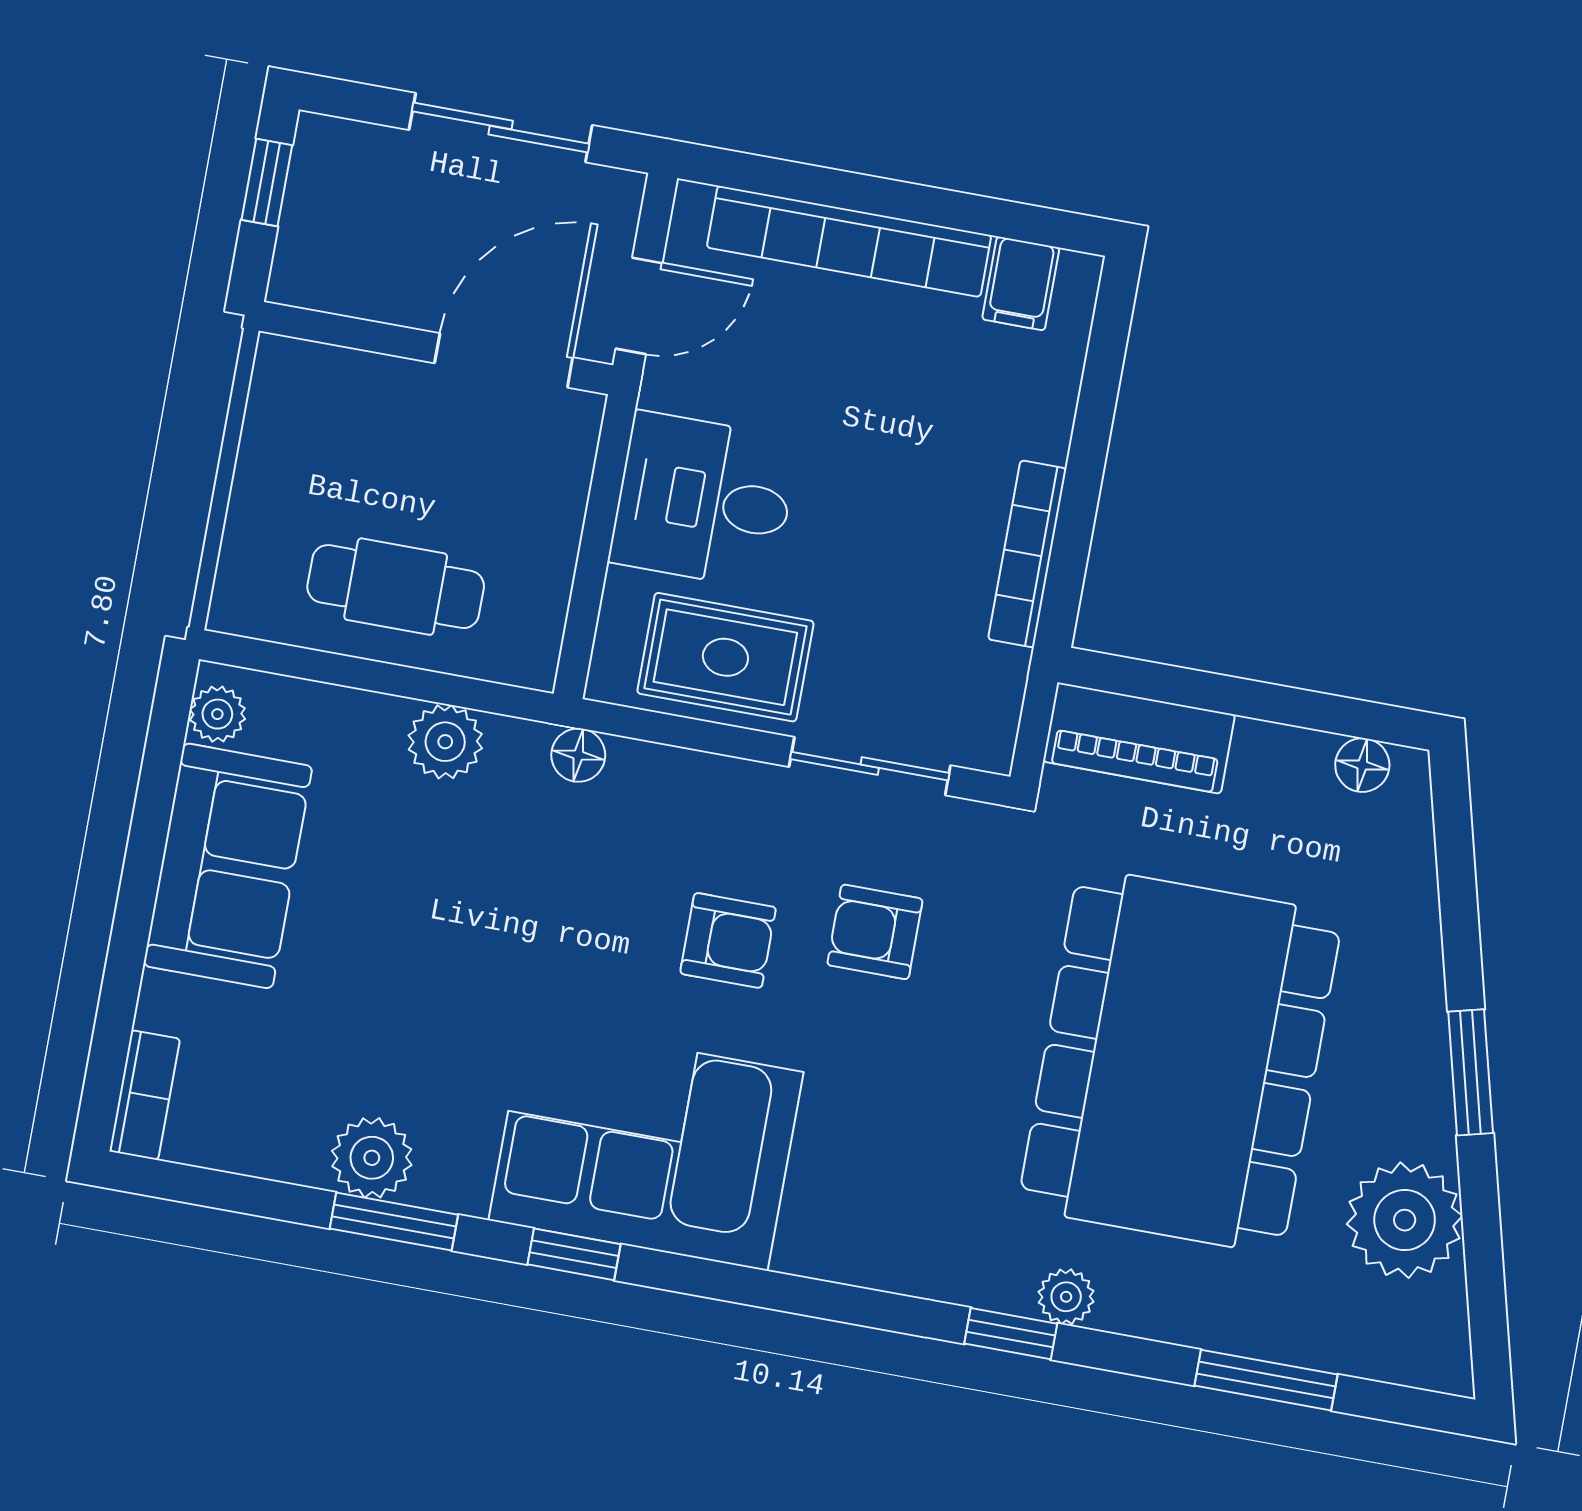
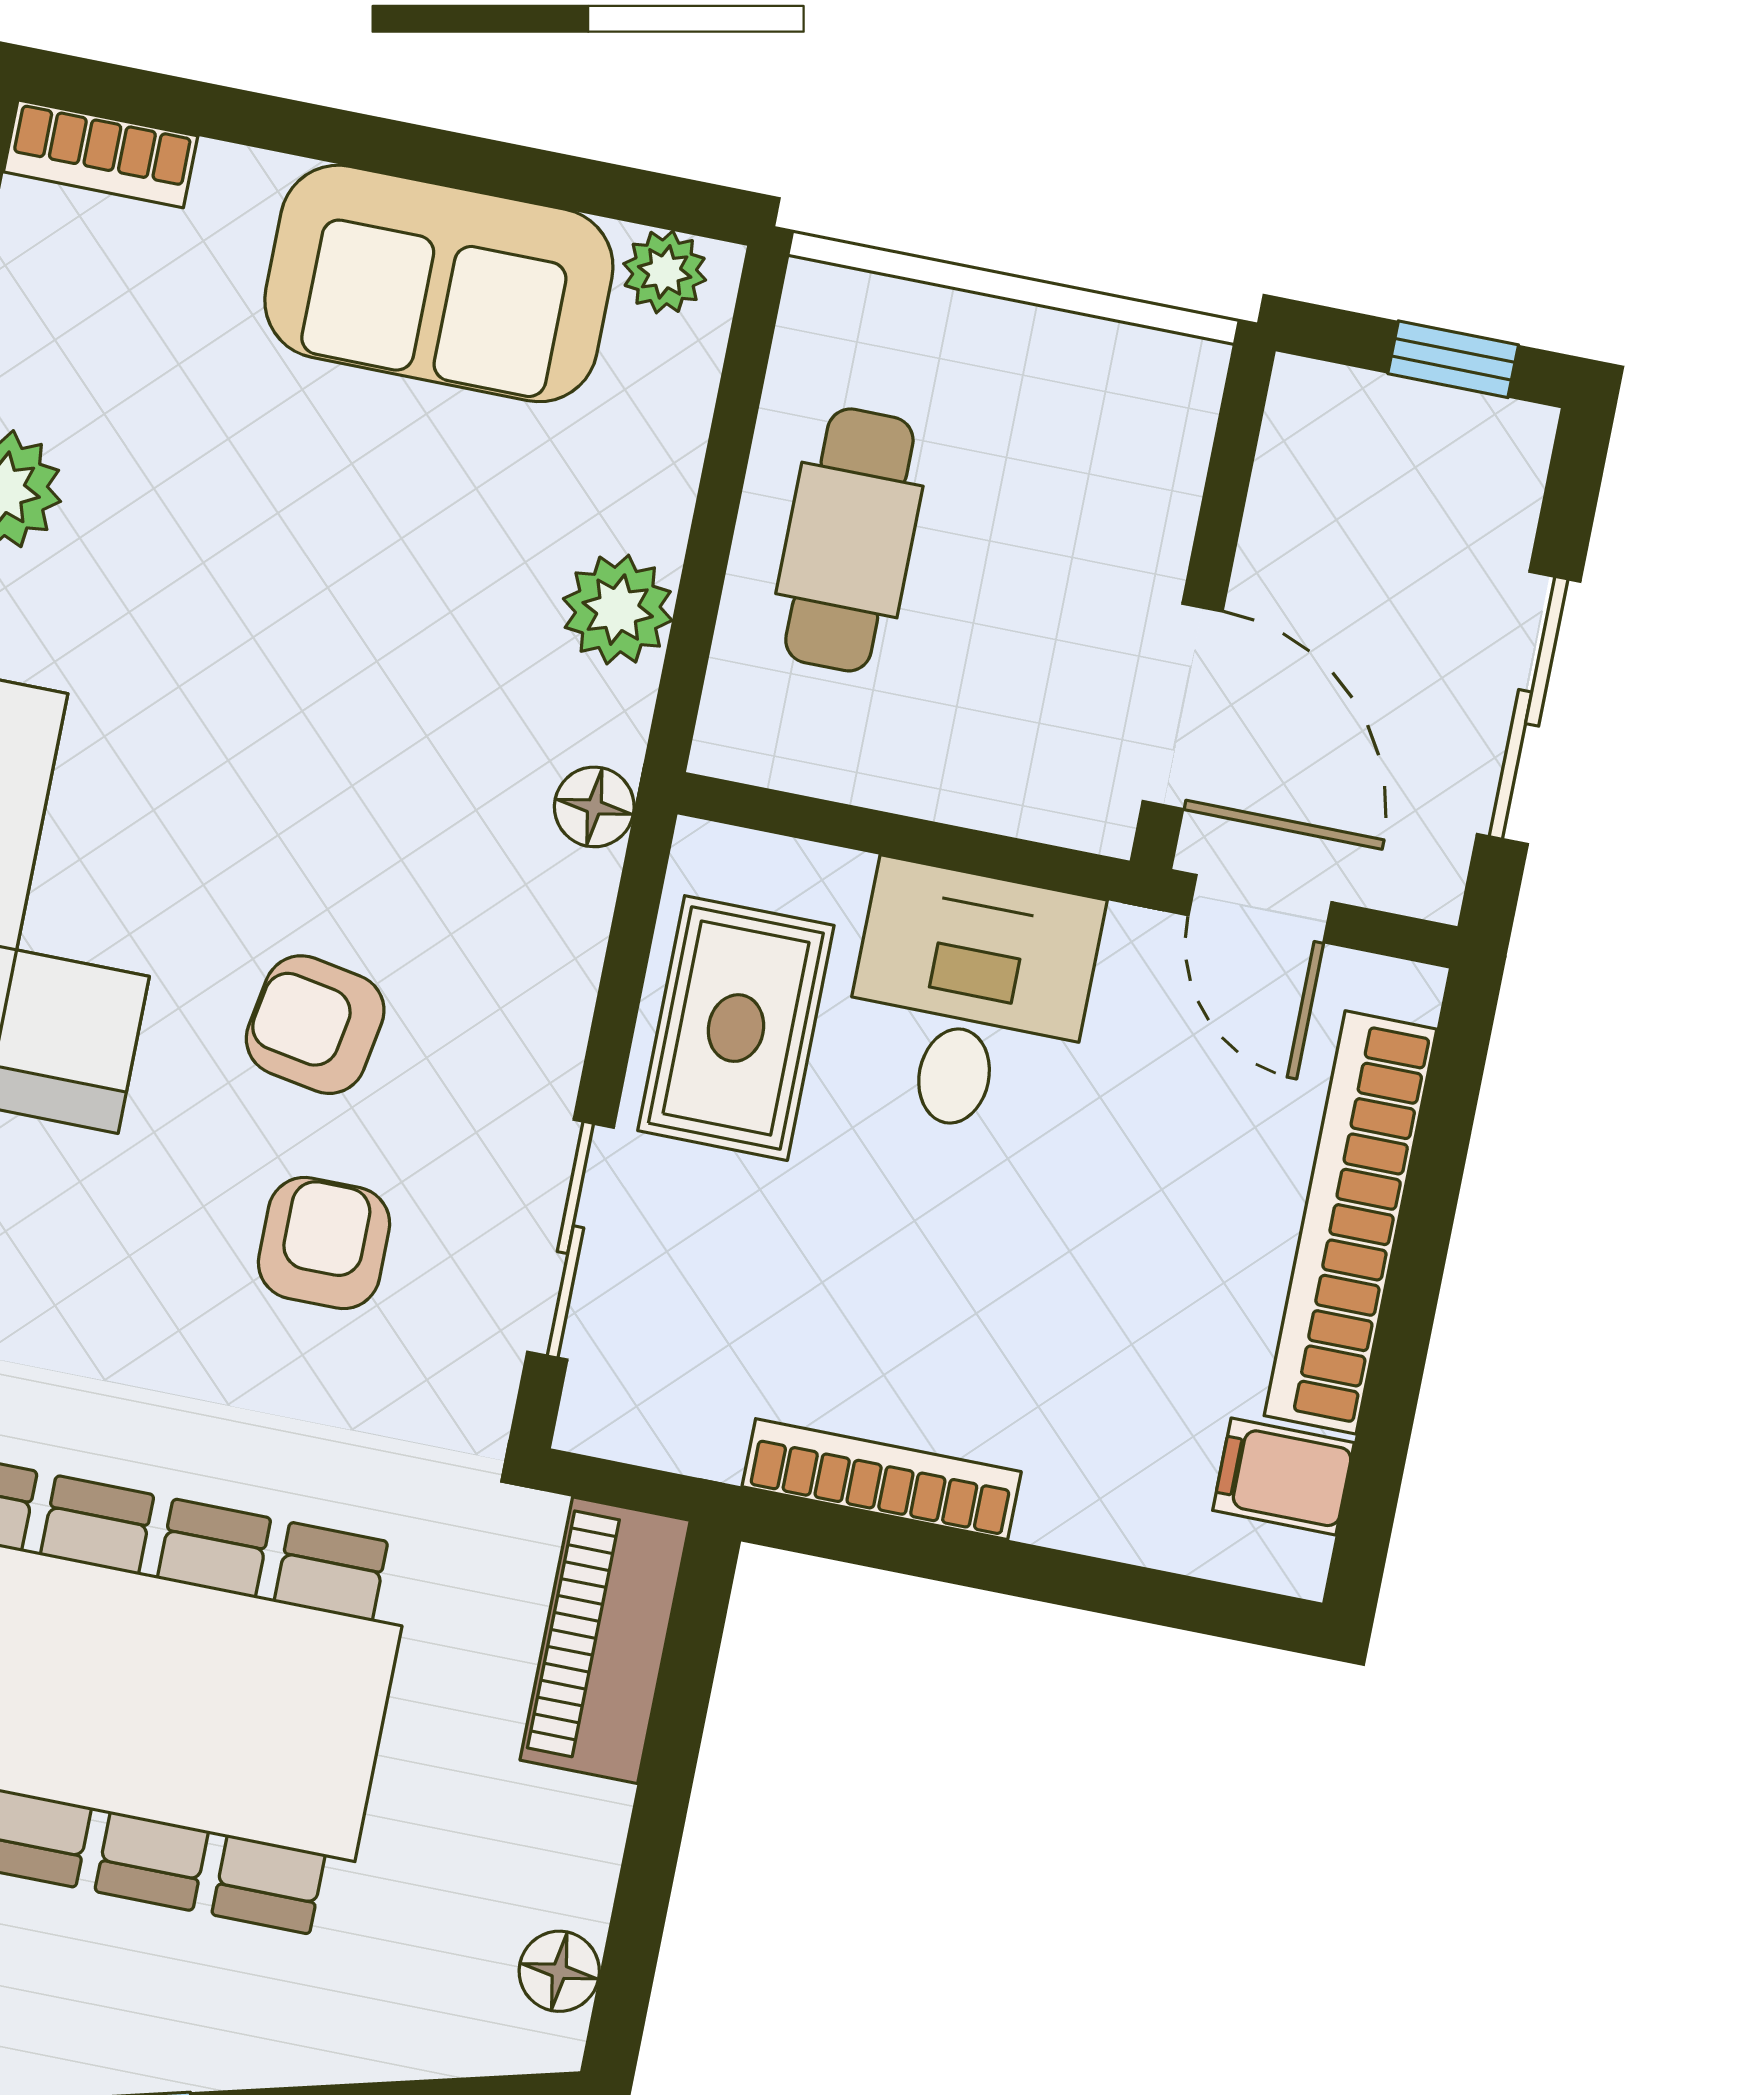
armchair: (728, 940) -> (315, 1025), turned 100

